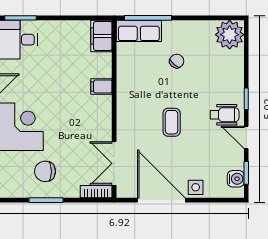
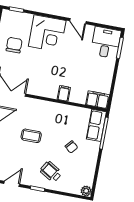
plant: (230, 35) -> (86, 191), width x0.53, depth x0.53
wheelchair: (224, 115) -> (51, 172), moved, turned 121

